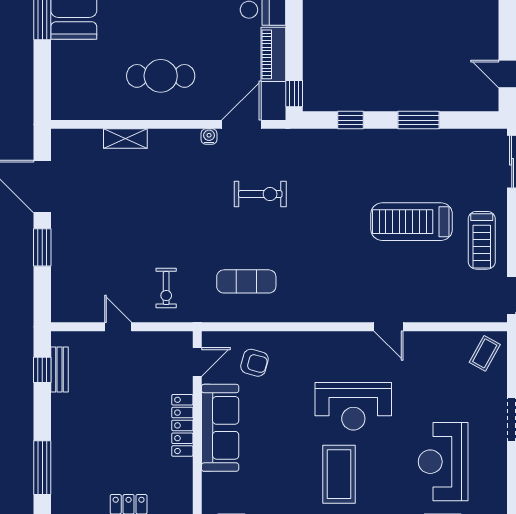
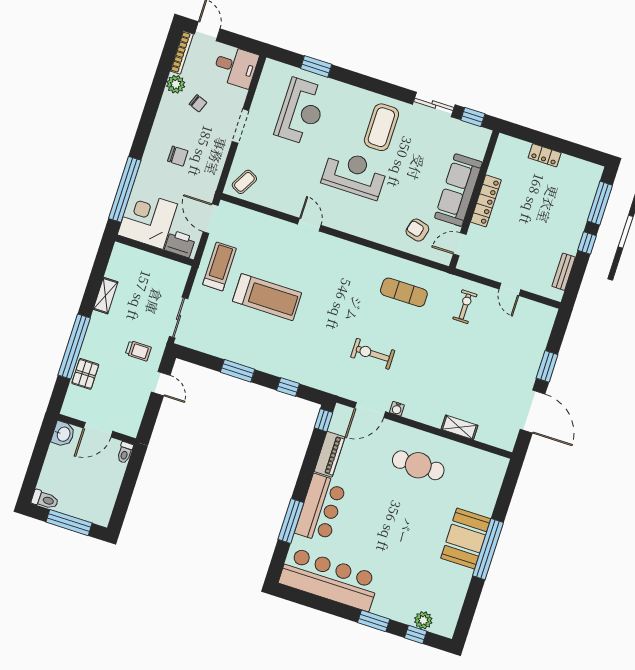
window: (42, 370) -> (587, 243), moved

